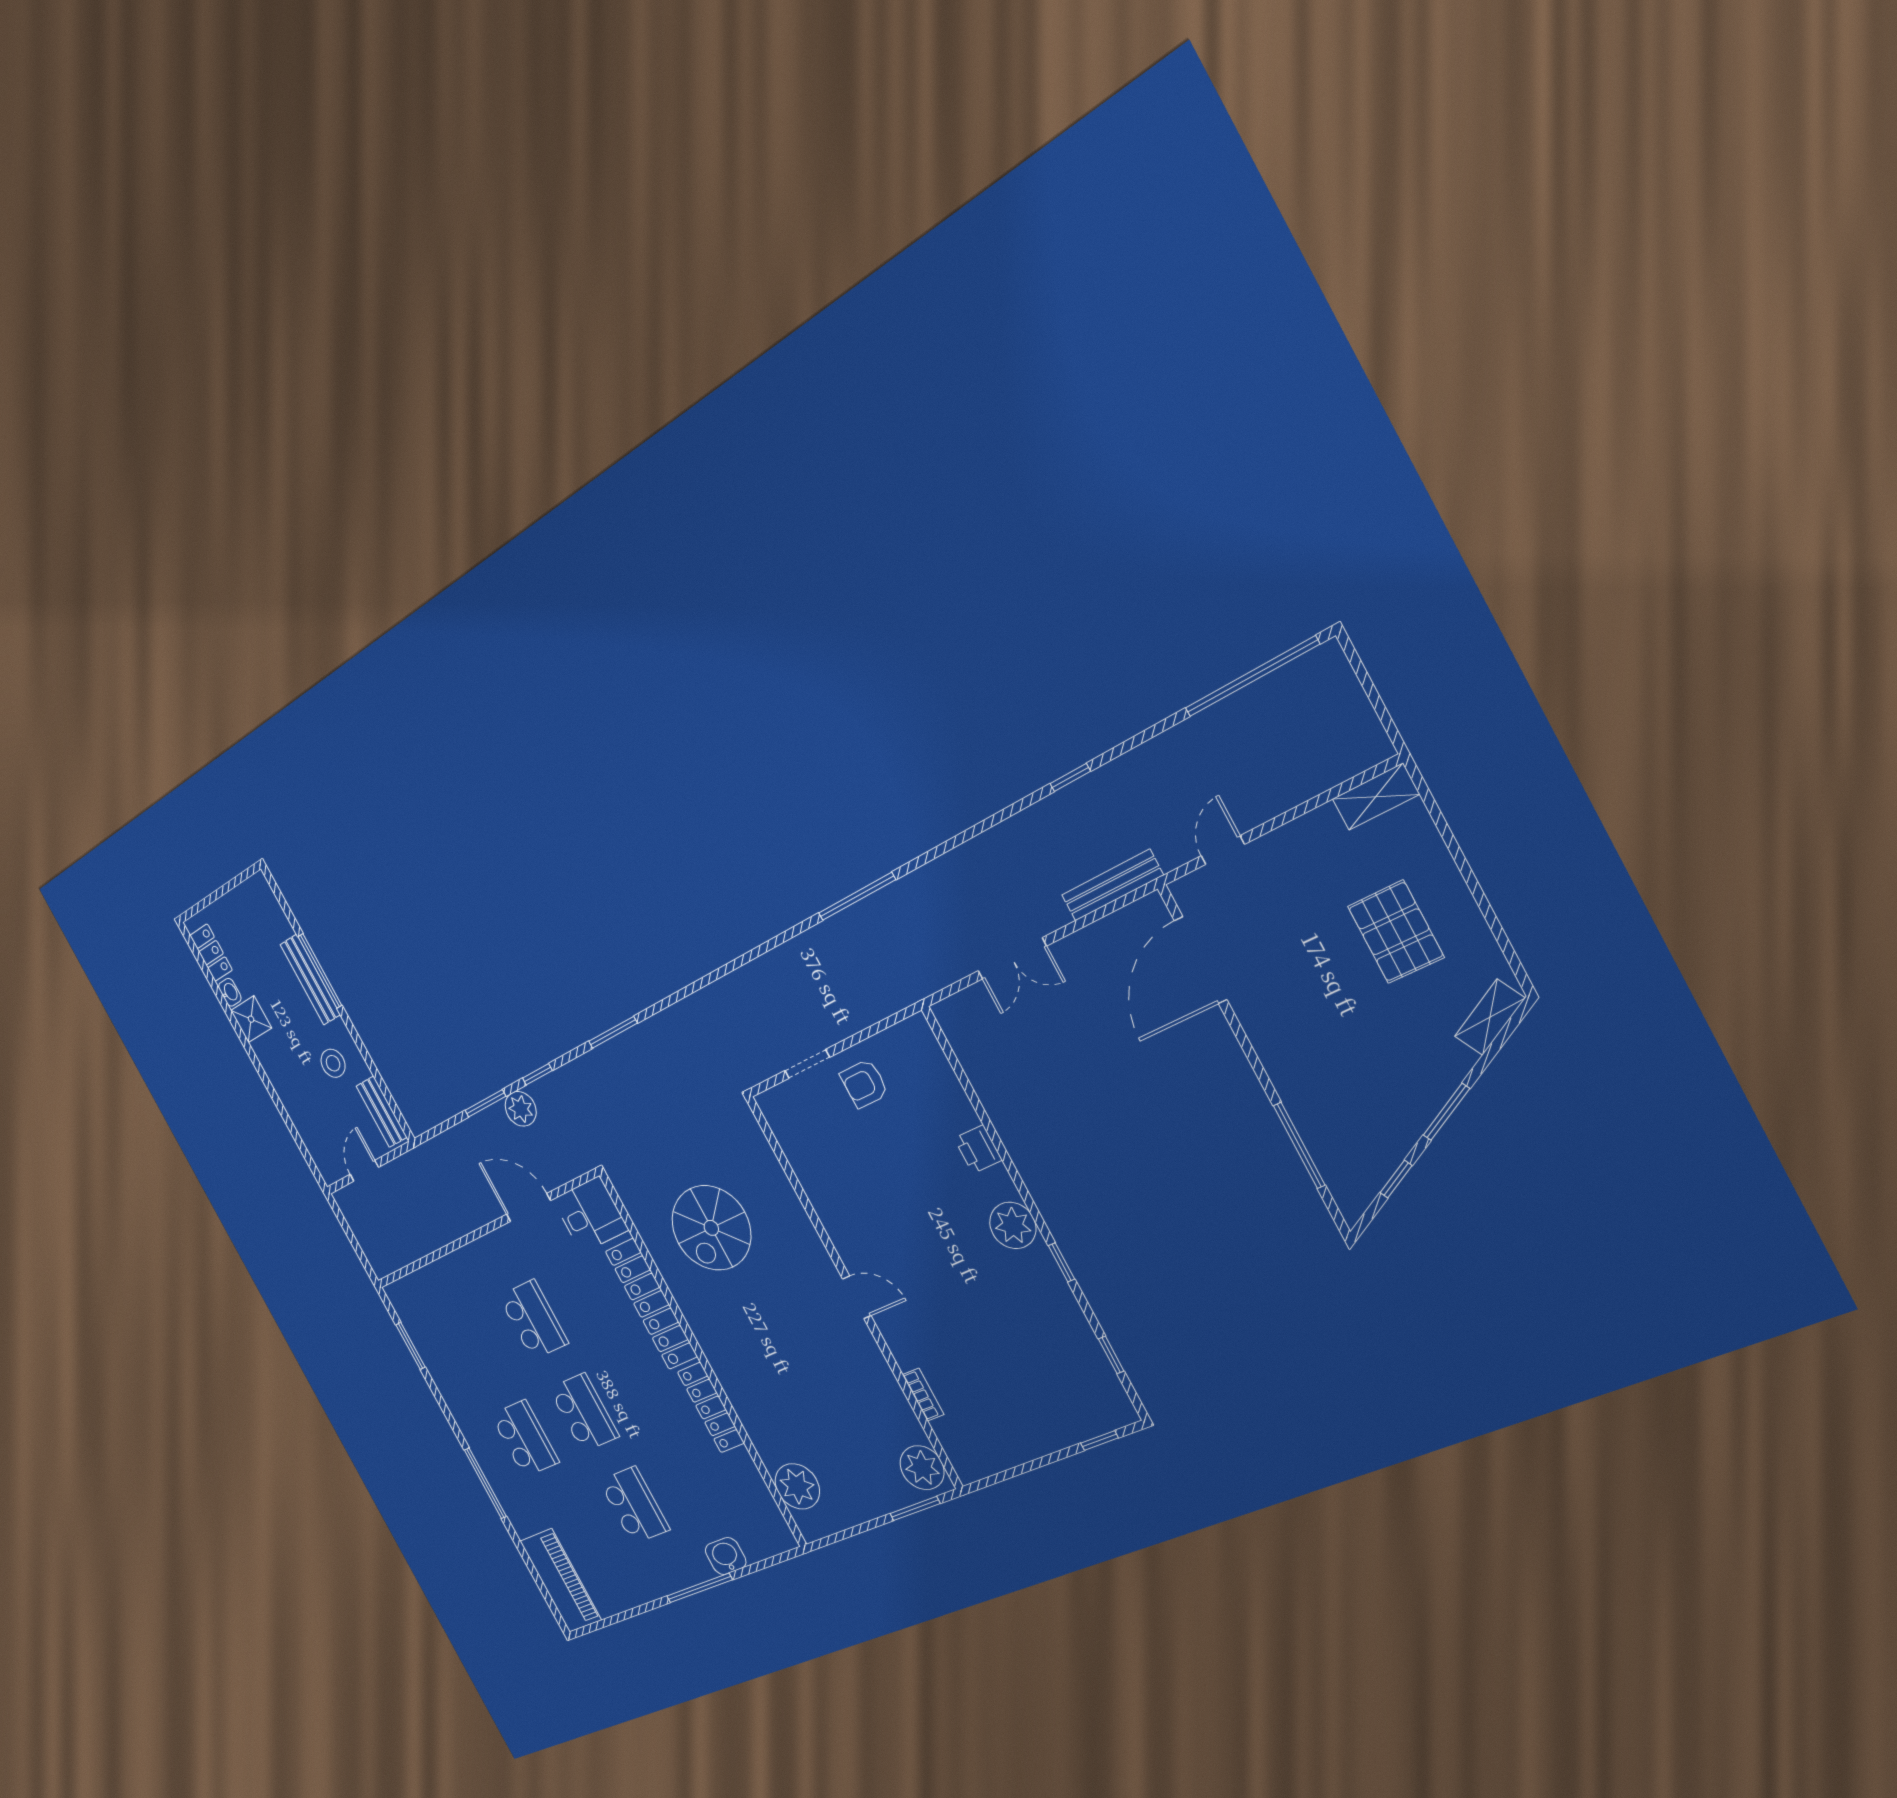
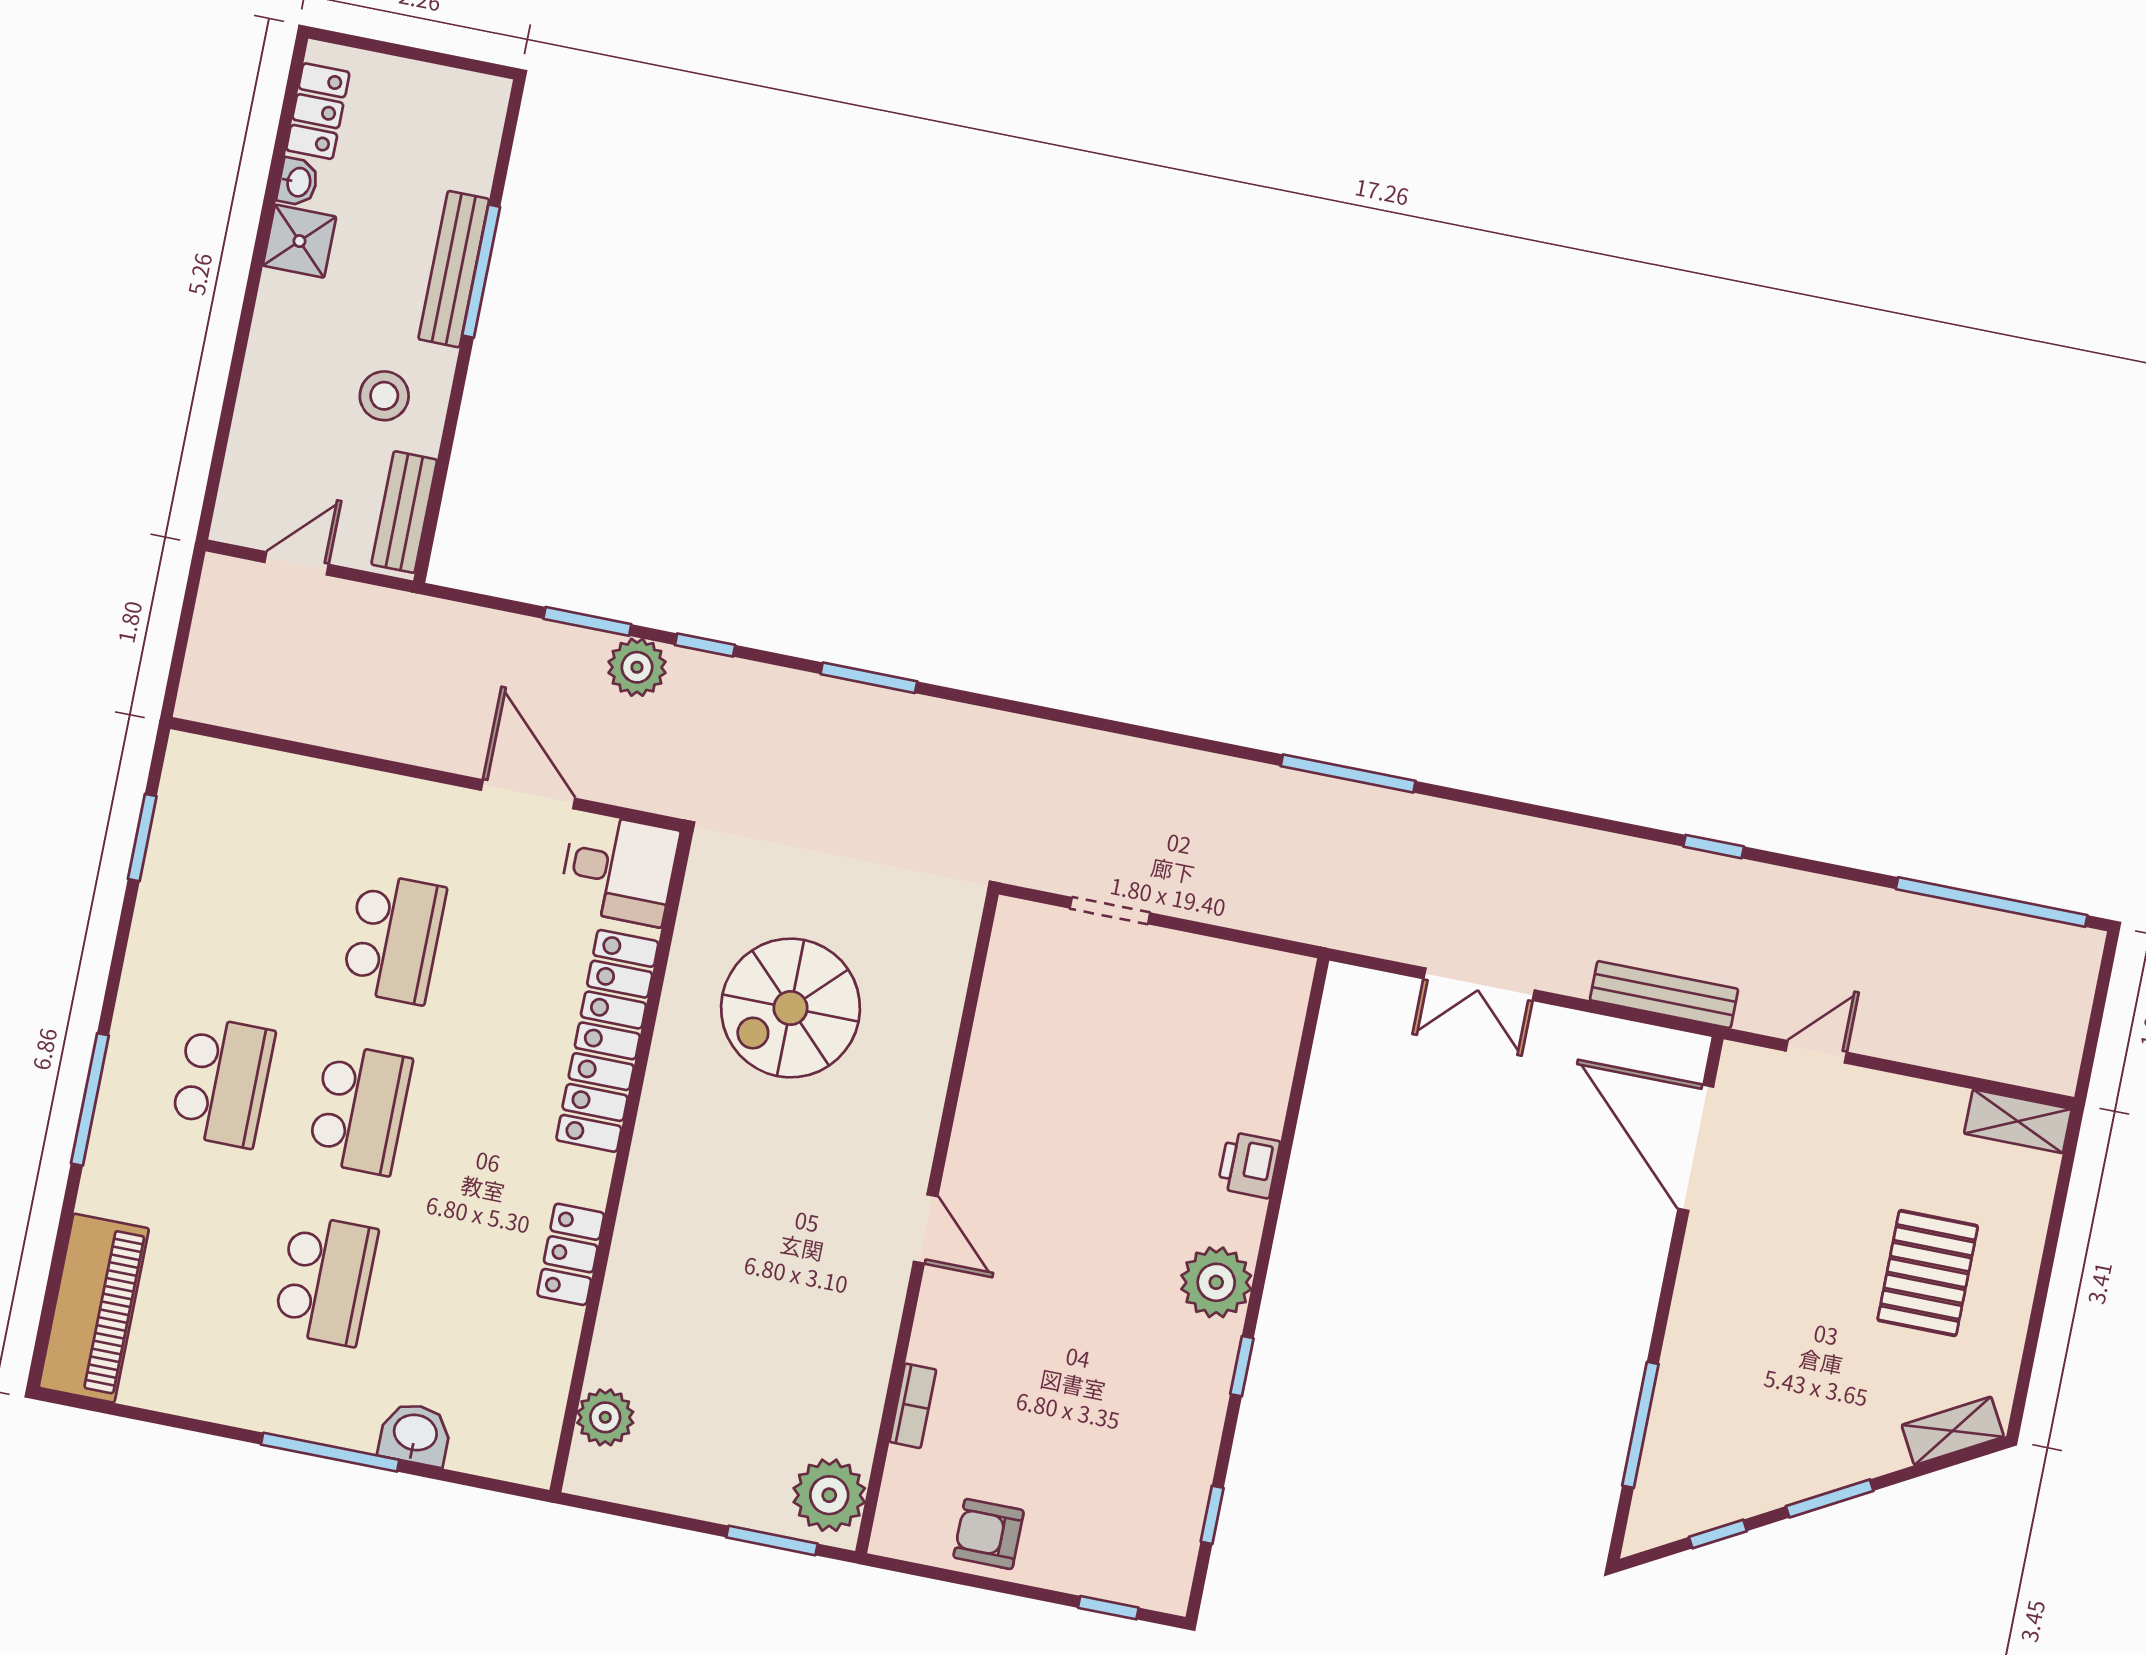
door: (1201, 960) -> (1696, 1148), hinge flipped
armchair: (864, 1084) -> (989, 1534), moved
locker: (711, 1408) -> (571, 1254), width x0.66
plant: (797, 1486) -> (605, 1417), width x0.73, depth x0.73

